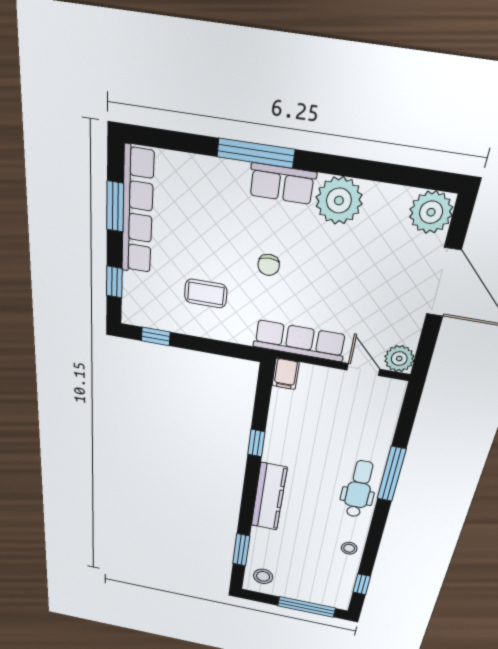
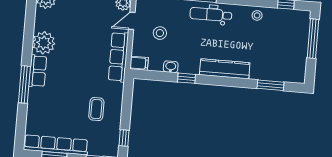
chair: (269, 265) -> (78, 76), removed
washbasin: (277, 422) -> (171, 67), added
stool: (263, 576) -> (160, 33), moved

